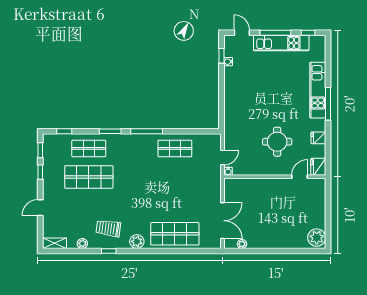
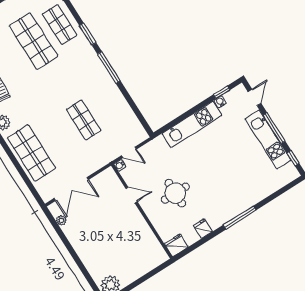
kitchen unit: (318, 90) -> (192, 124), moved, turned 180
shop shelf: (175, 148) -> (84, 120), moved
door: (300, 177) -> (131, 195), moved

